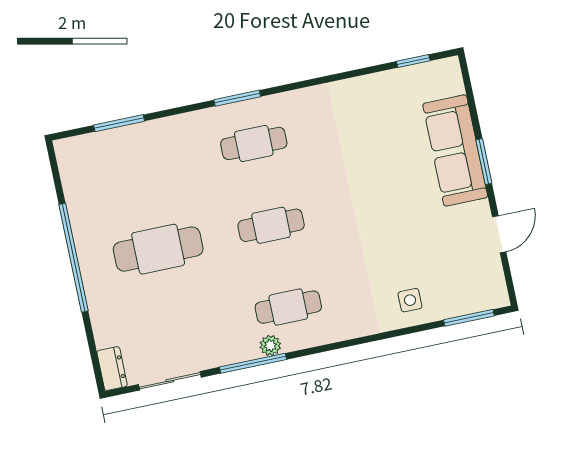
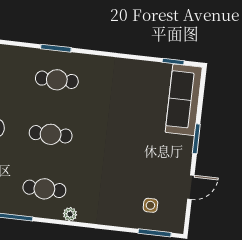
sofa: (455, 150) -> (184, 100), moved
side table: (410, 300) -> (150, 205), moved
plant: (270, 345) -> (70, 214), moved

